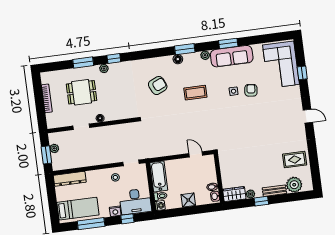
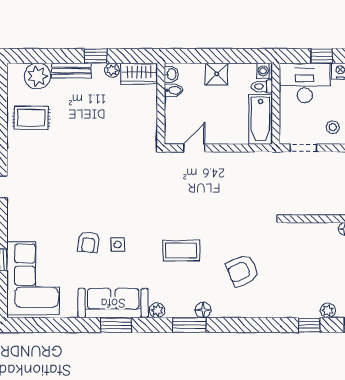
door: (196, 154) -> (194, 148), swing flipped

